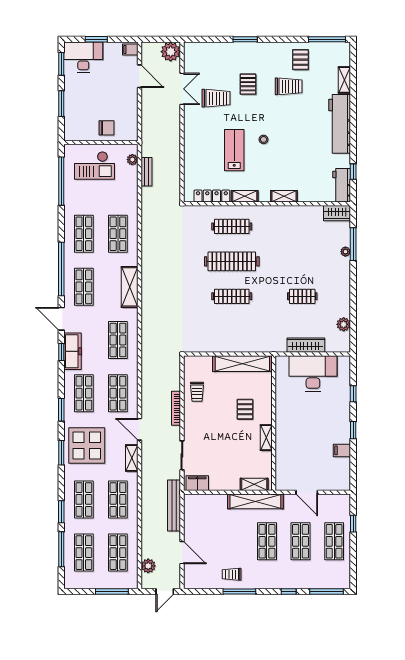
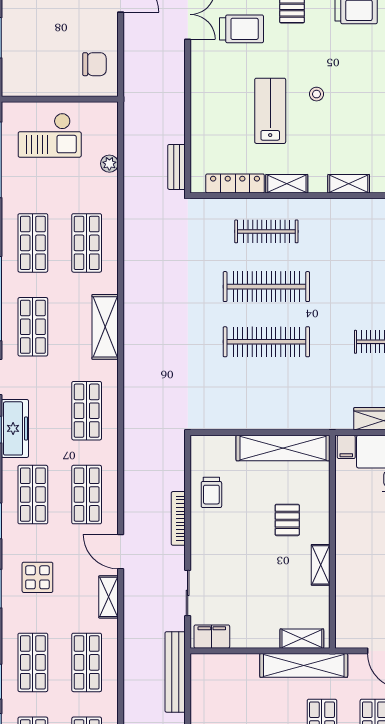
chair: (107, 128) -> (94, 64), moved
plant: (132, 160) -> (109, 164), moved
bench: (146, 172) -> (177, 167), moved
clothes rail: (232, 296) -> (266, 342), width x1.37, depth x1.31
filing cabinet: (282, 363) -> (346, 447), added
display table: (87, 446) -> (37, 577), width x0.54, depth x0.54

